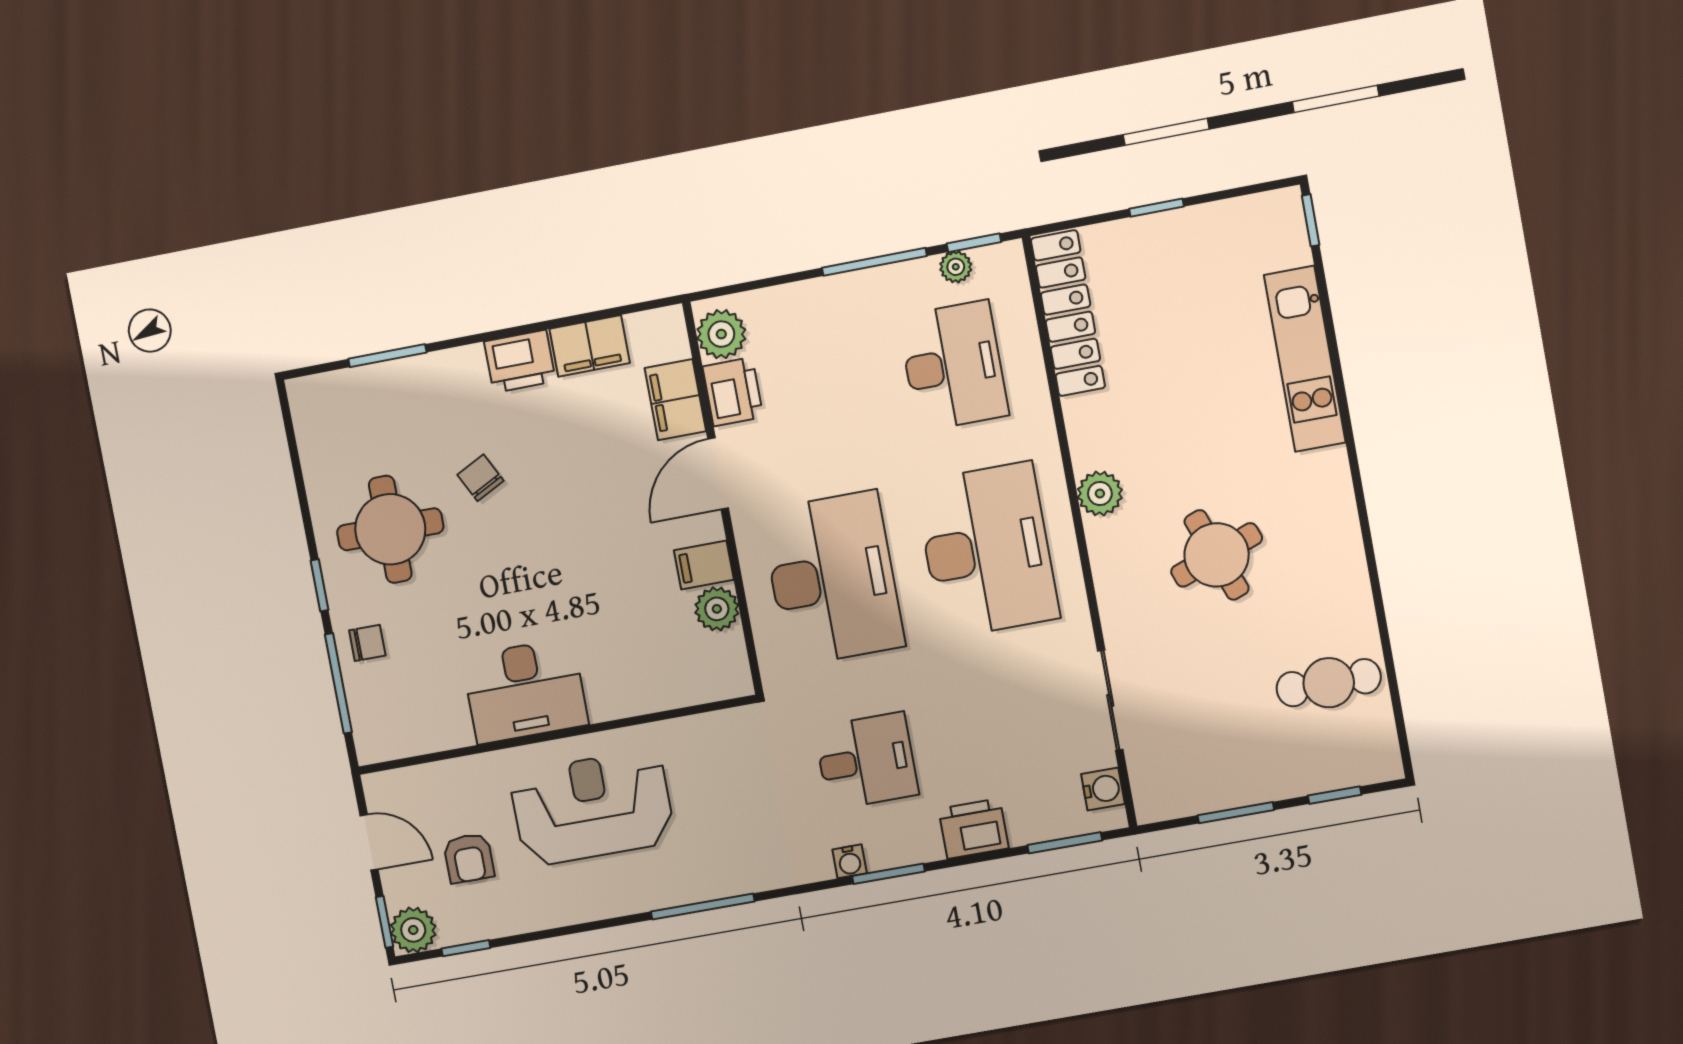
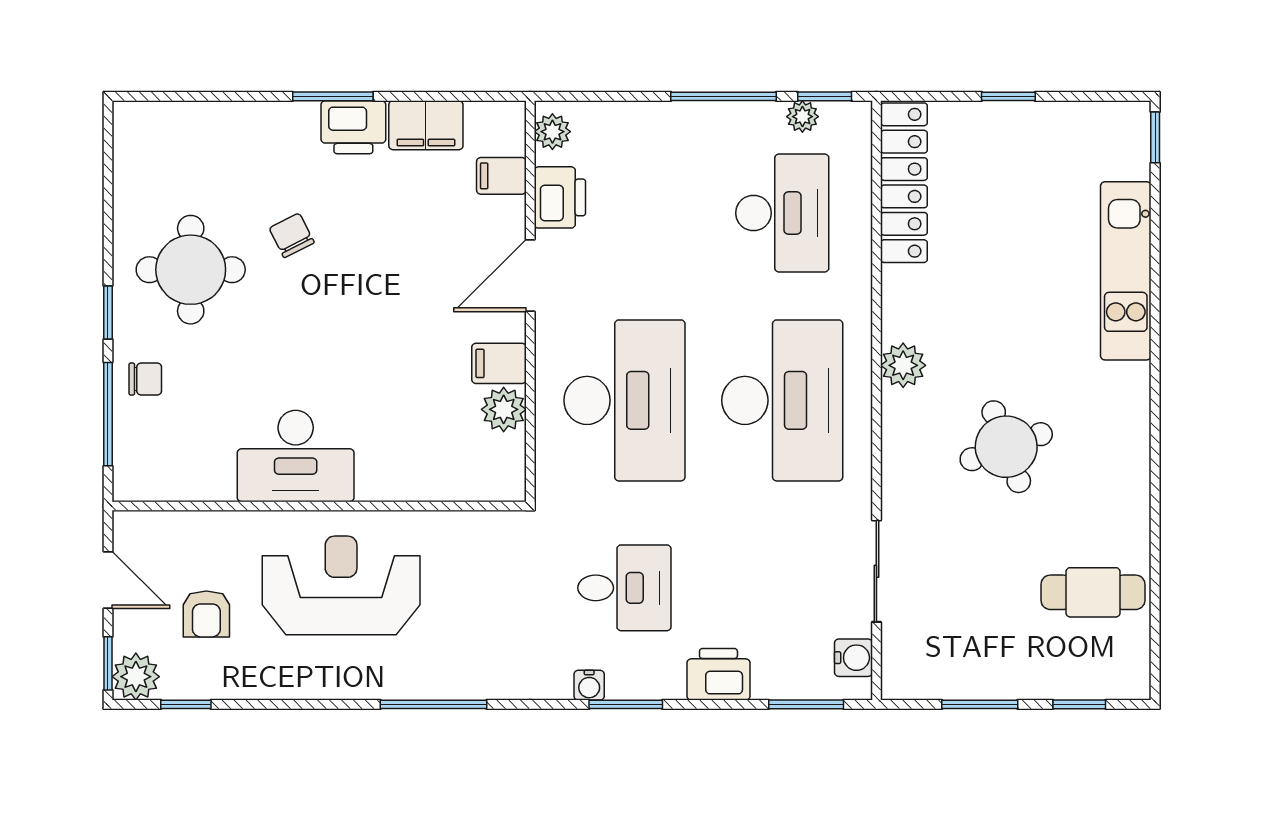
plant: (721, 334) -> (552, 132), width x0.73, depth x0.73
window: (387, 356) -> (333, 96), moved
filing cabinet: (675, 400) -> (501, 176), width x0.50

